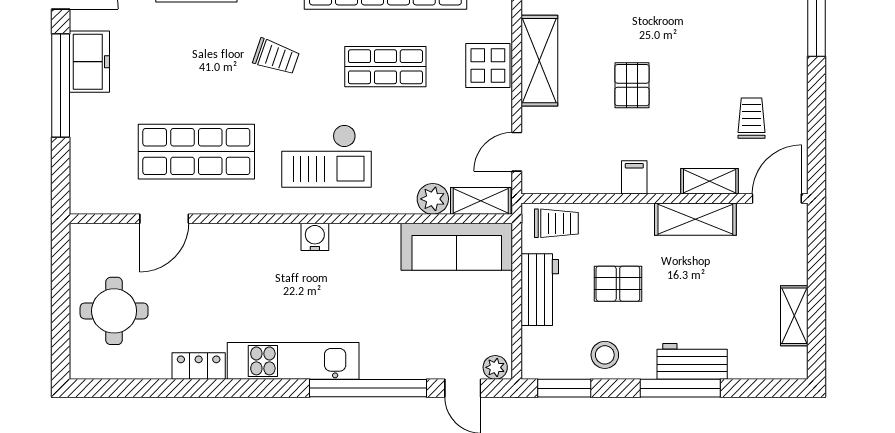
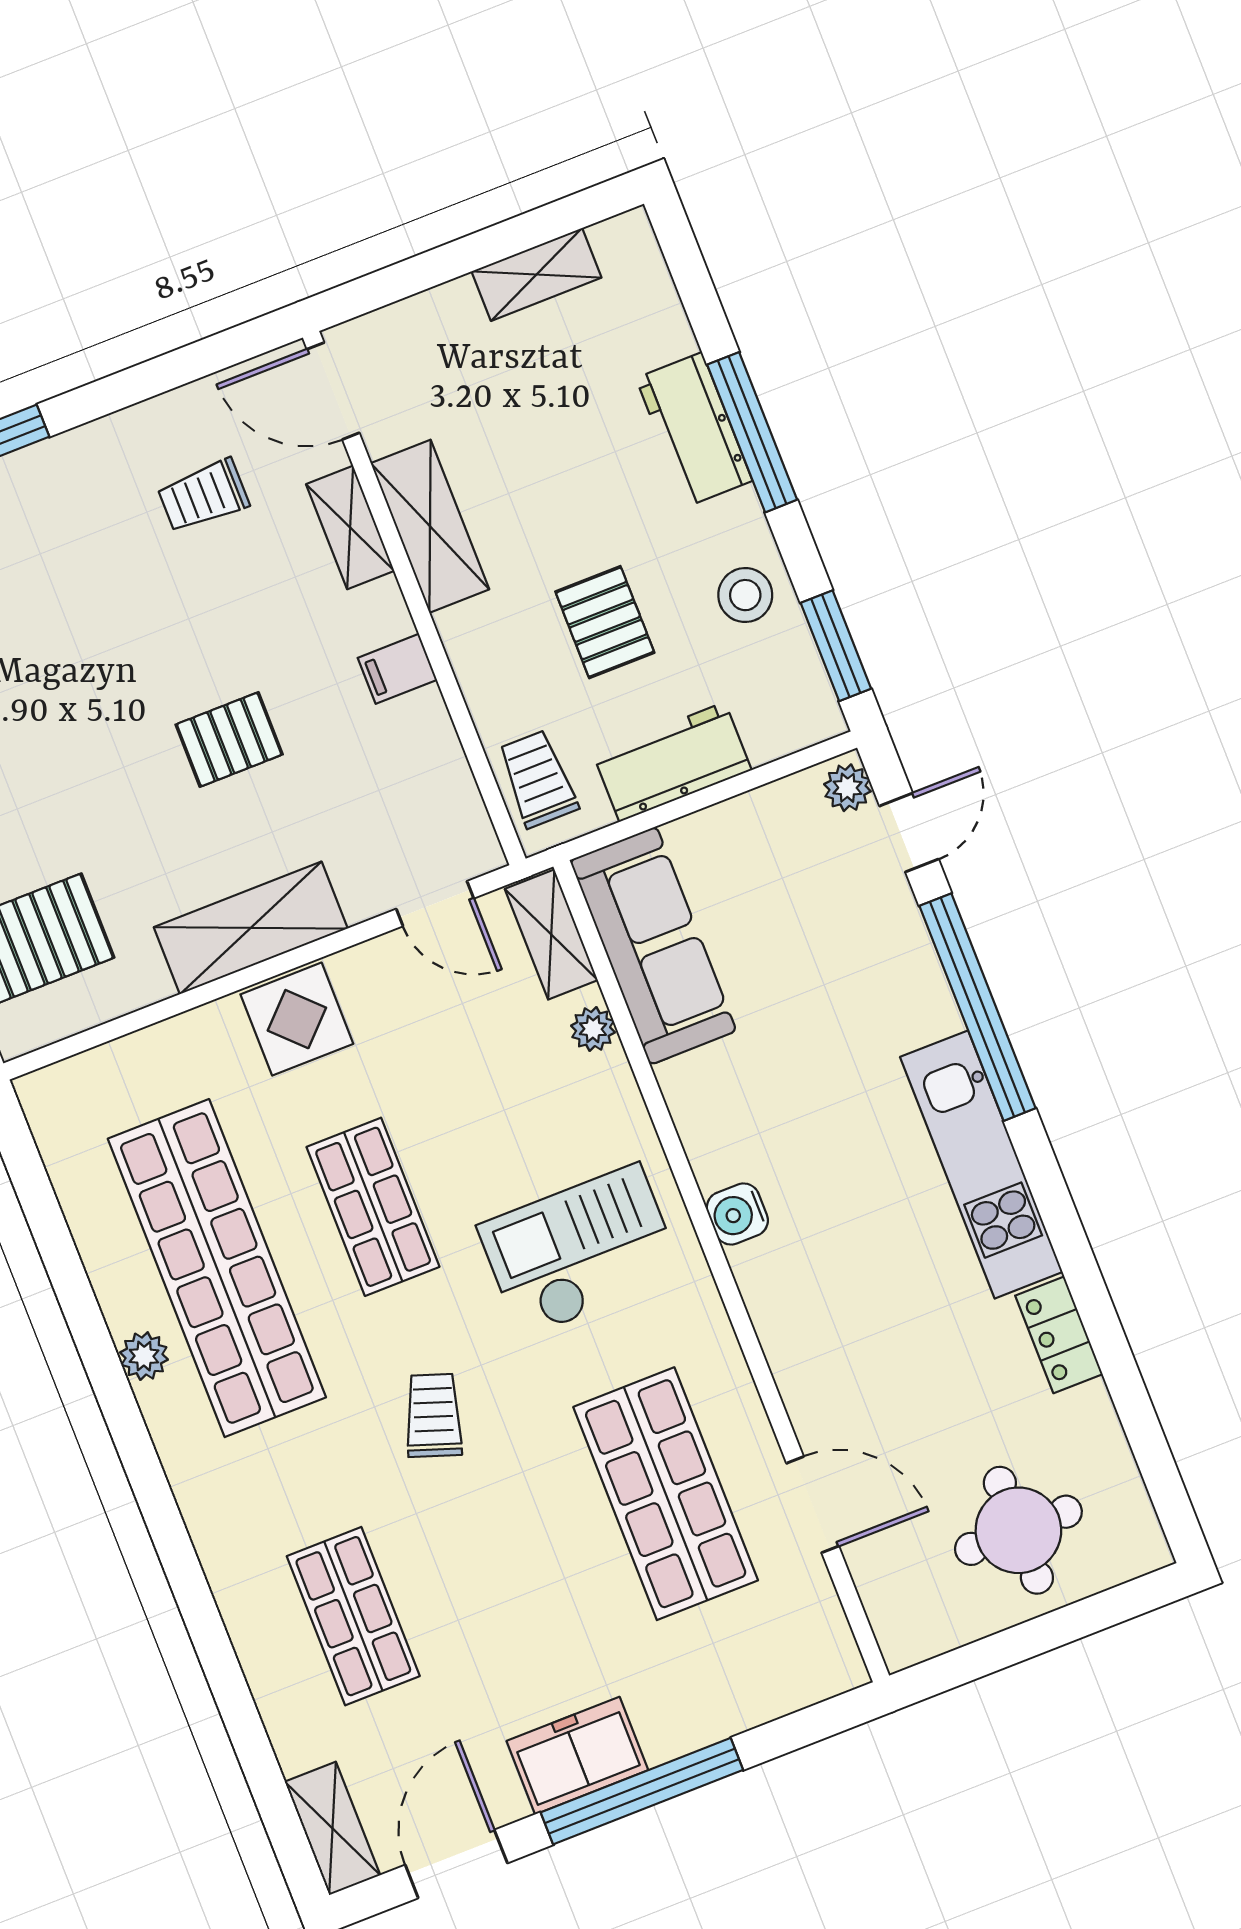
checkout: (326, 156) -> (580, 1251), turned -90
plant: (433, 199) -> (593, 1029), width x0.73, depth x0.73

